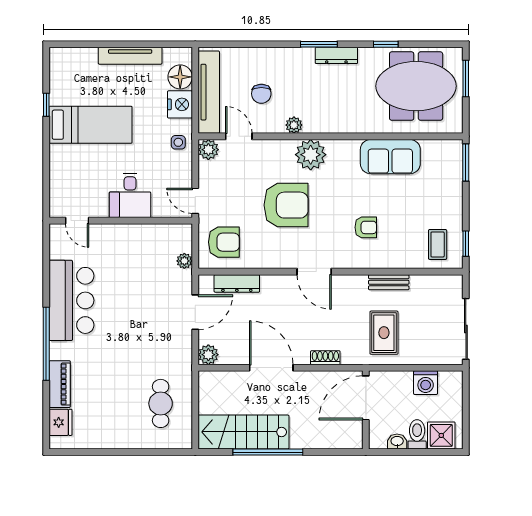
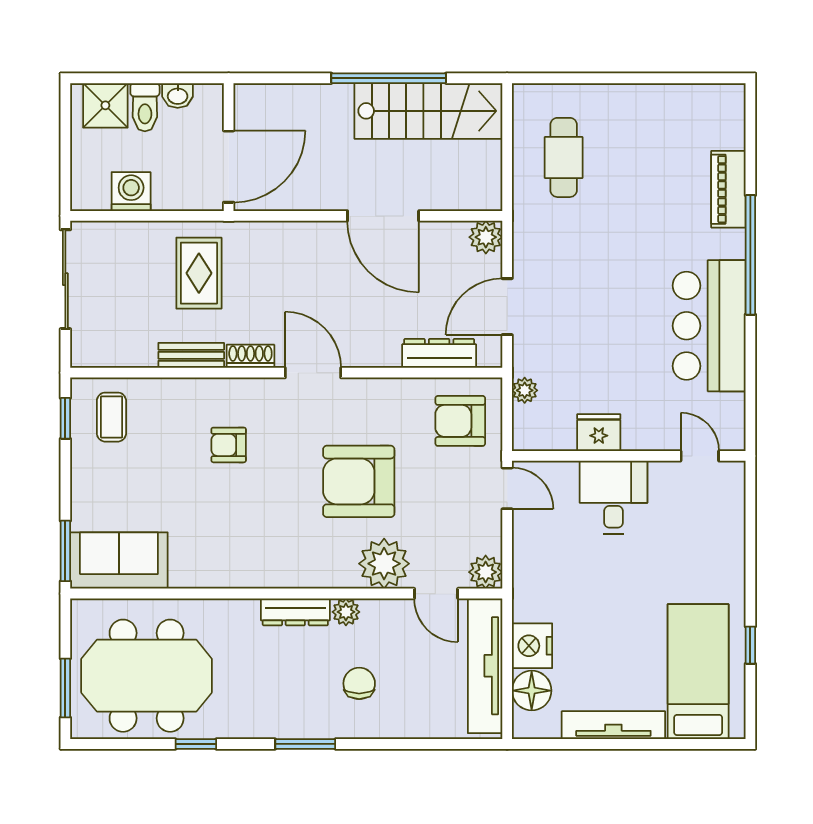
dresser: (336, 55) -> (295, 612), moved, turned 180
chair: (261, 94) -> (359, 683), moved
bed: (91, 125) -> (698, 672), moved, turned 90
side table: (178, 142) -> (535, 584), removed
plant: (311, 155) -> (384, 564), moved
sofa: (390, 157) -> (119, 561), moved
shoe rack: (325, 358) -> (250, 356), moved, turned 180
fridge: (60, 422) -> (599, 433), moved, turned 90

